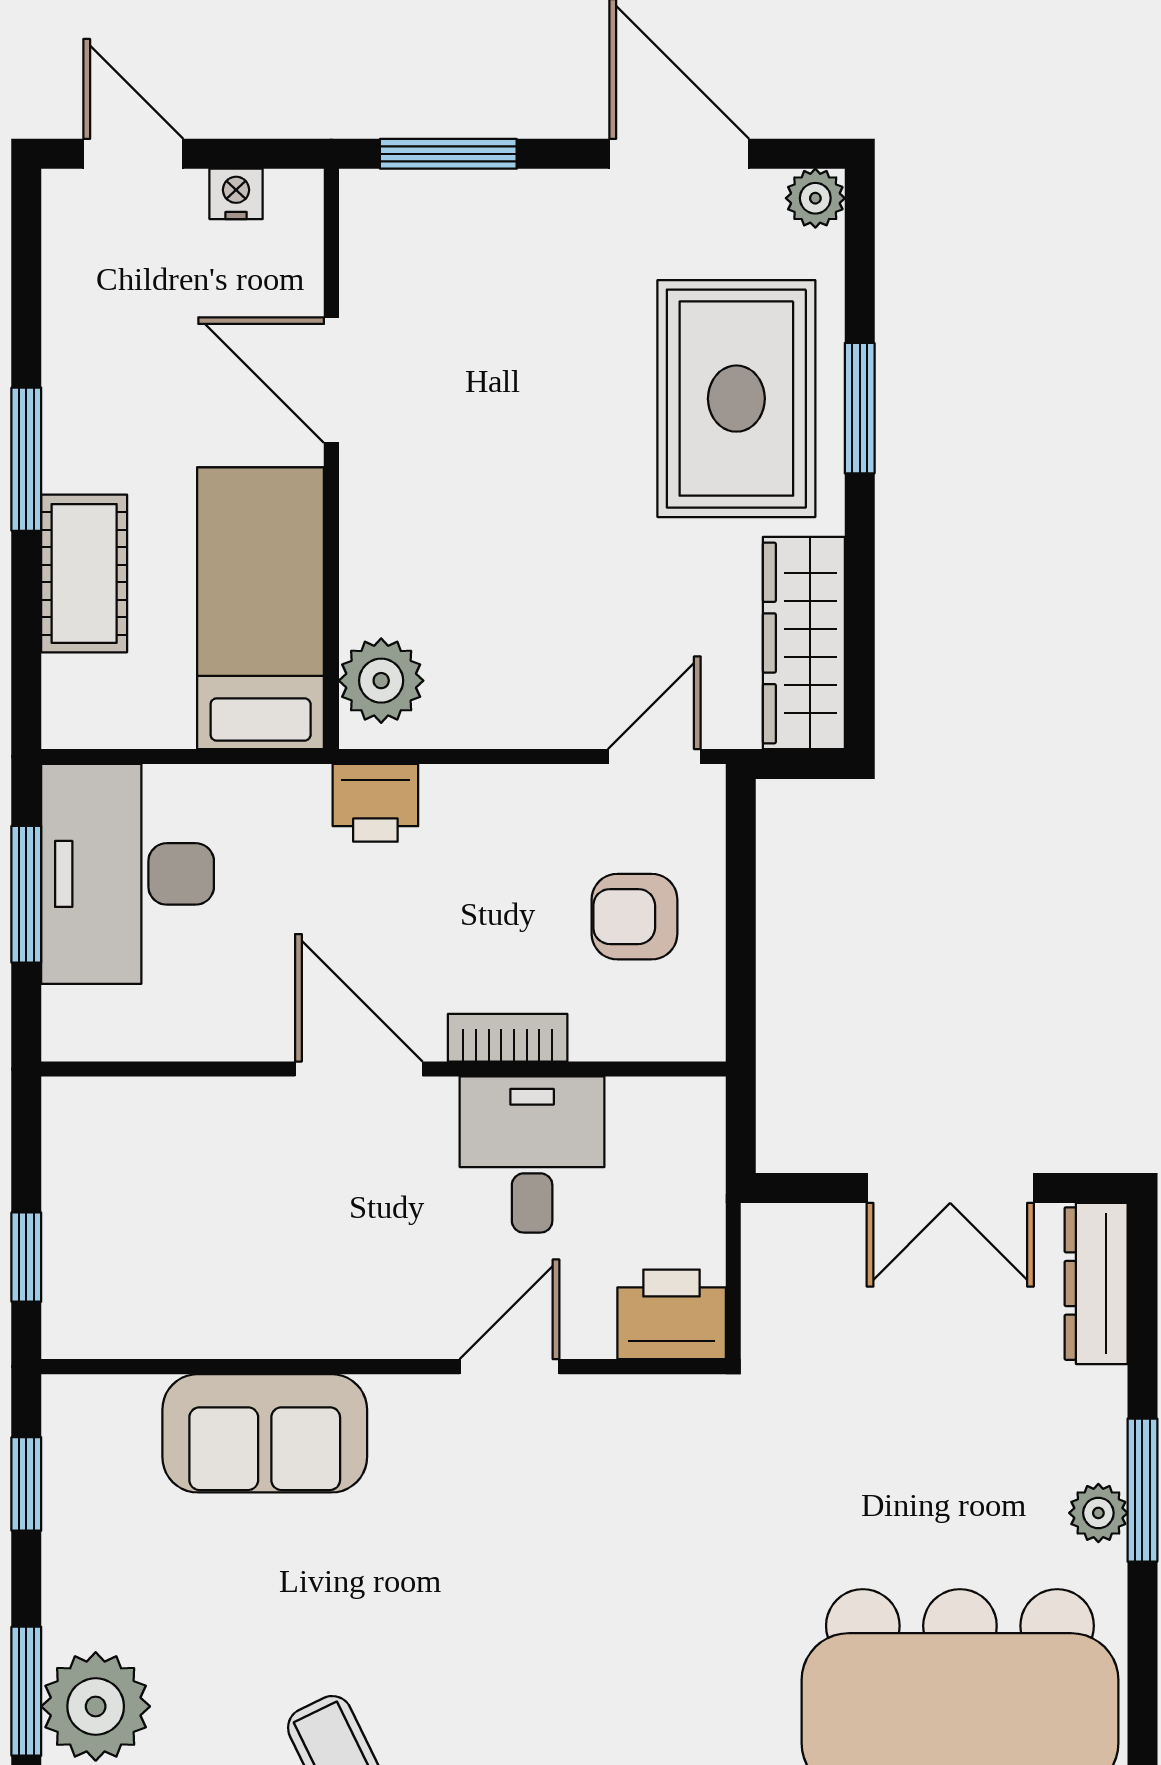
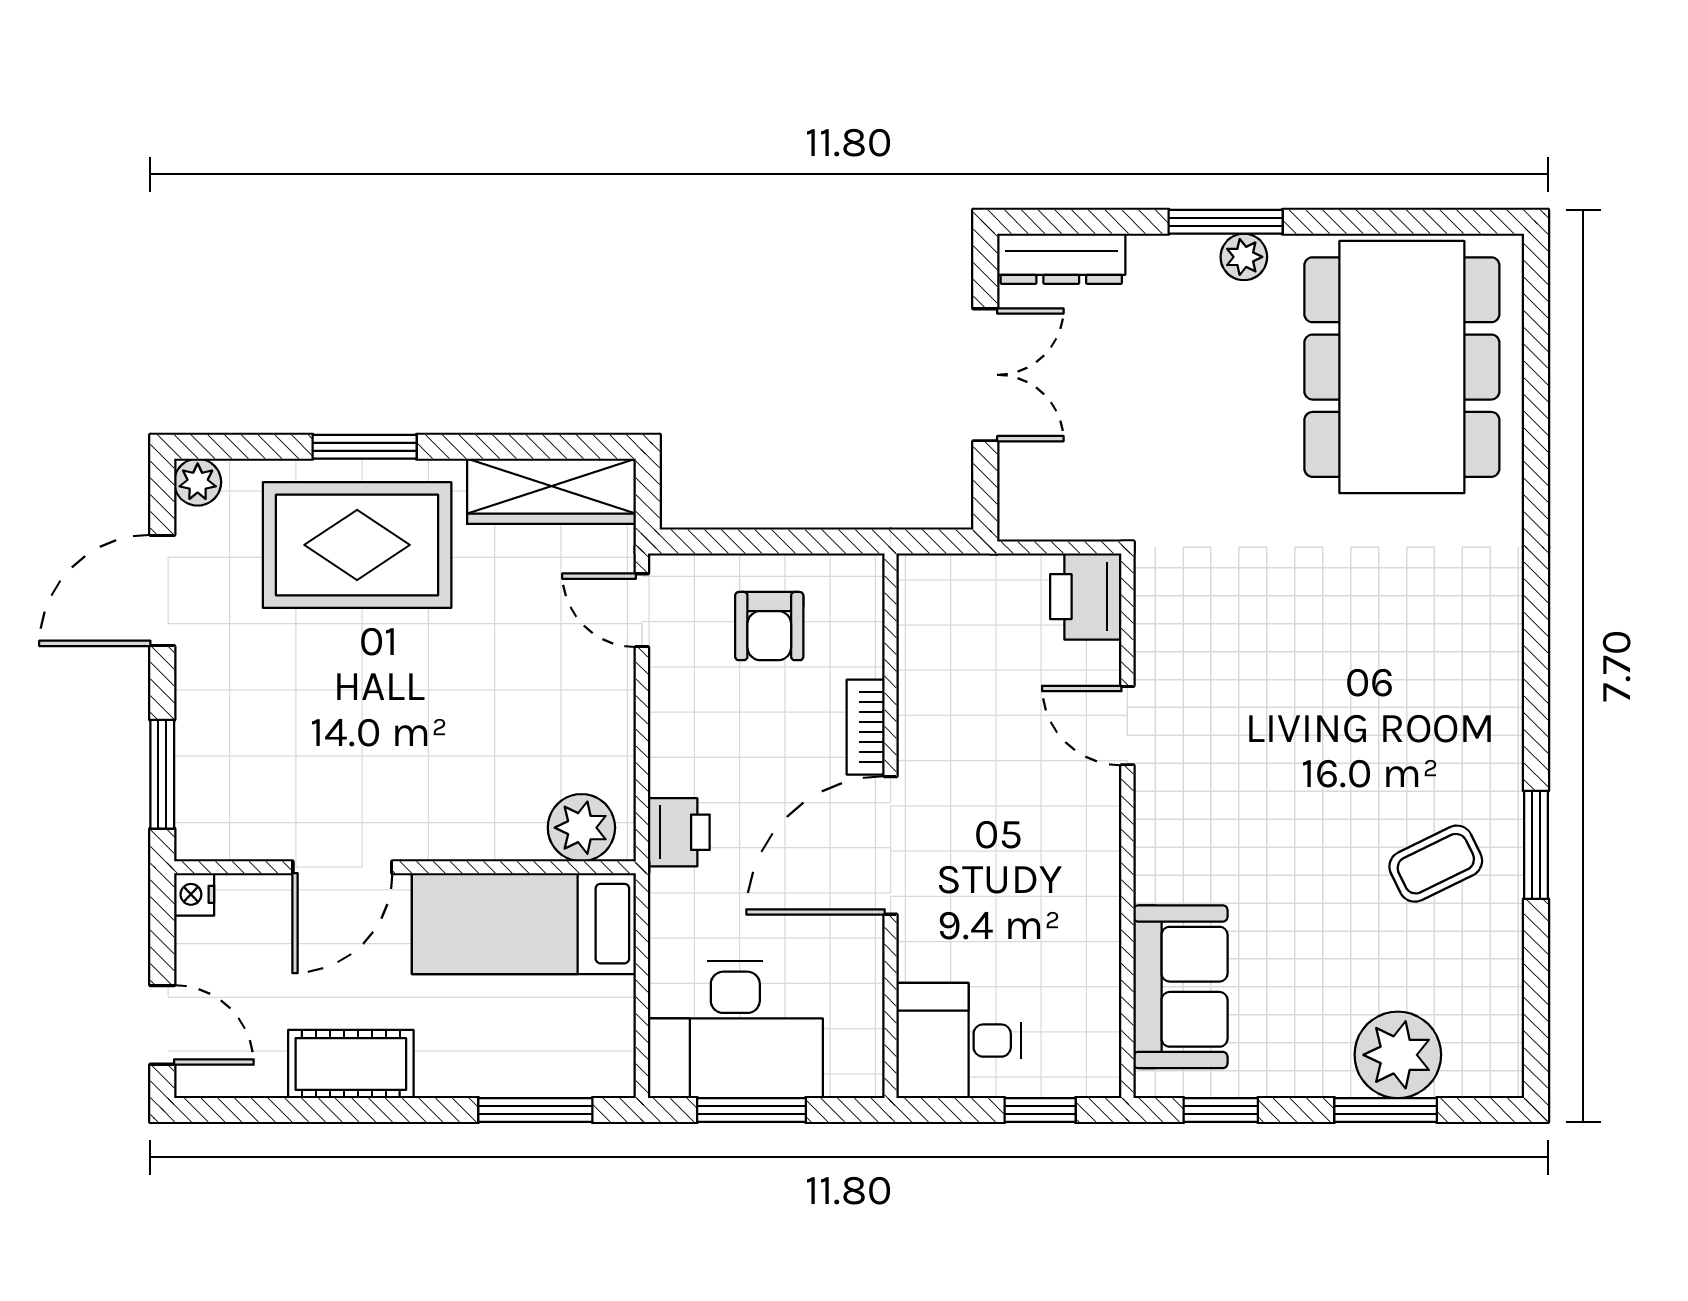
door: (133, 154) -> (162, 1025), swing flipped
nightstand: (236, 194) -> (194, 894), moved
window: (26, 459) -> (535, 1110), moved
cot: (84, 573) -> (351, 1064), moved
door: (359, 1069) -> (891, 845), width x1.36
desk: (532, 1155) -> (959, 1041), moved
sofa: (265, 1433) -> (1180, 987), moved

